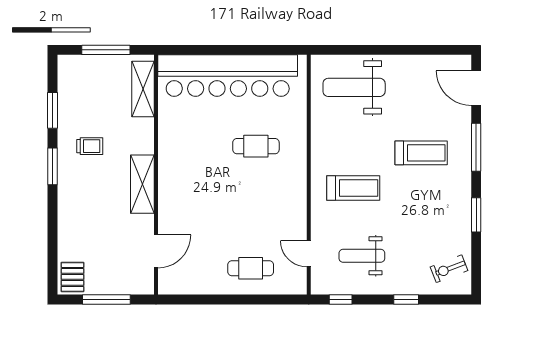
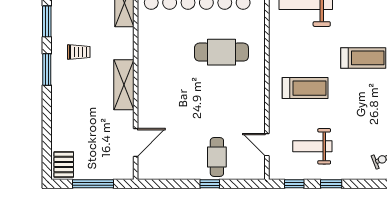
cafe table: (256, 146) -> (221, 52), width x1.37, depth x1.35
cafe table: (251, 268) -> (217, 157), turned 90
window: (242, 299) -> (210, 184), added
window: (406, 299) -> (331, 184), moved

